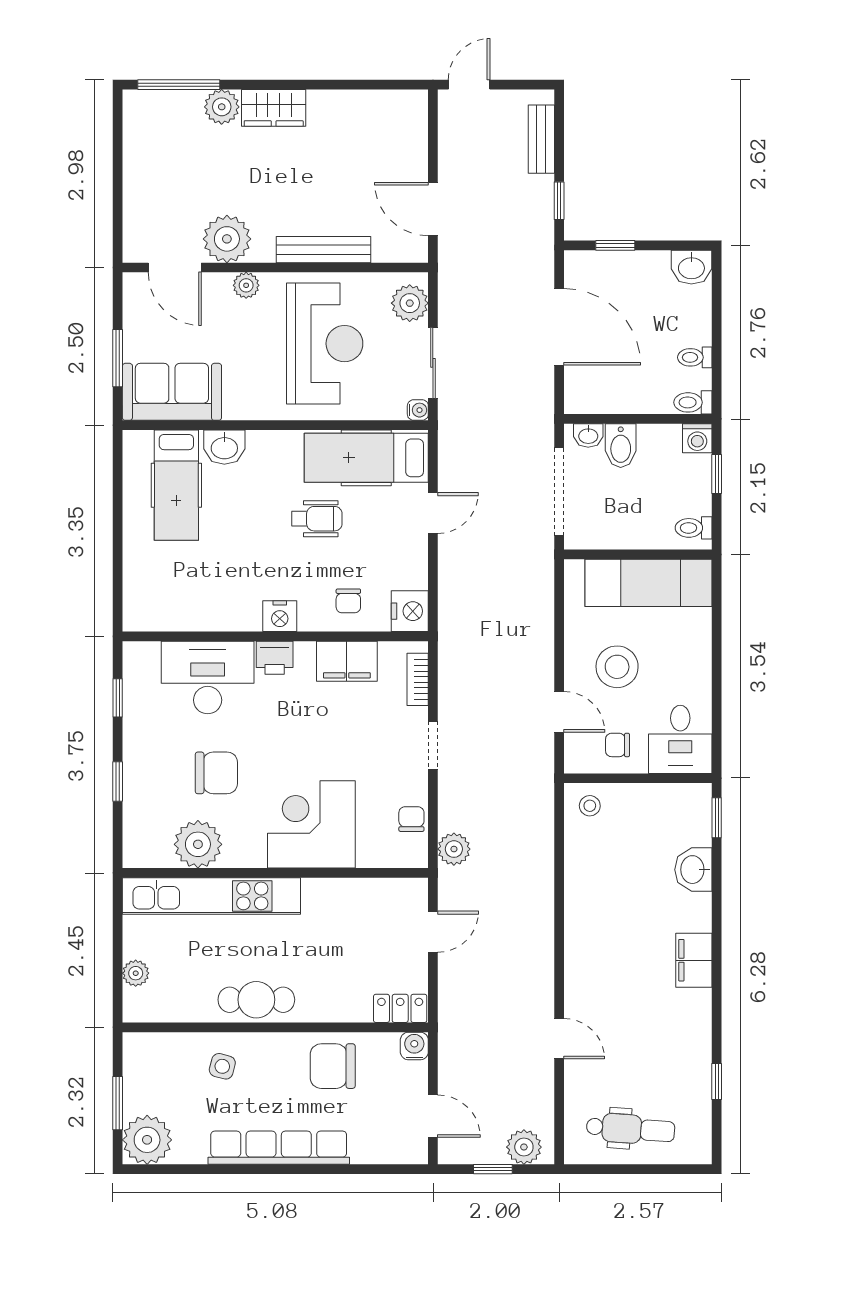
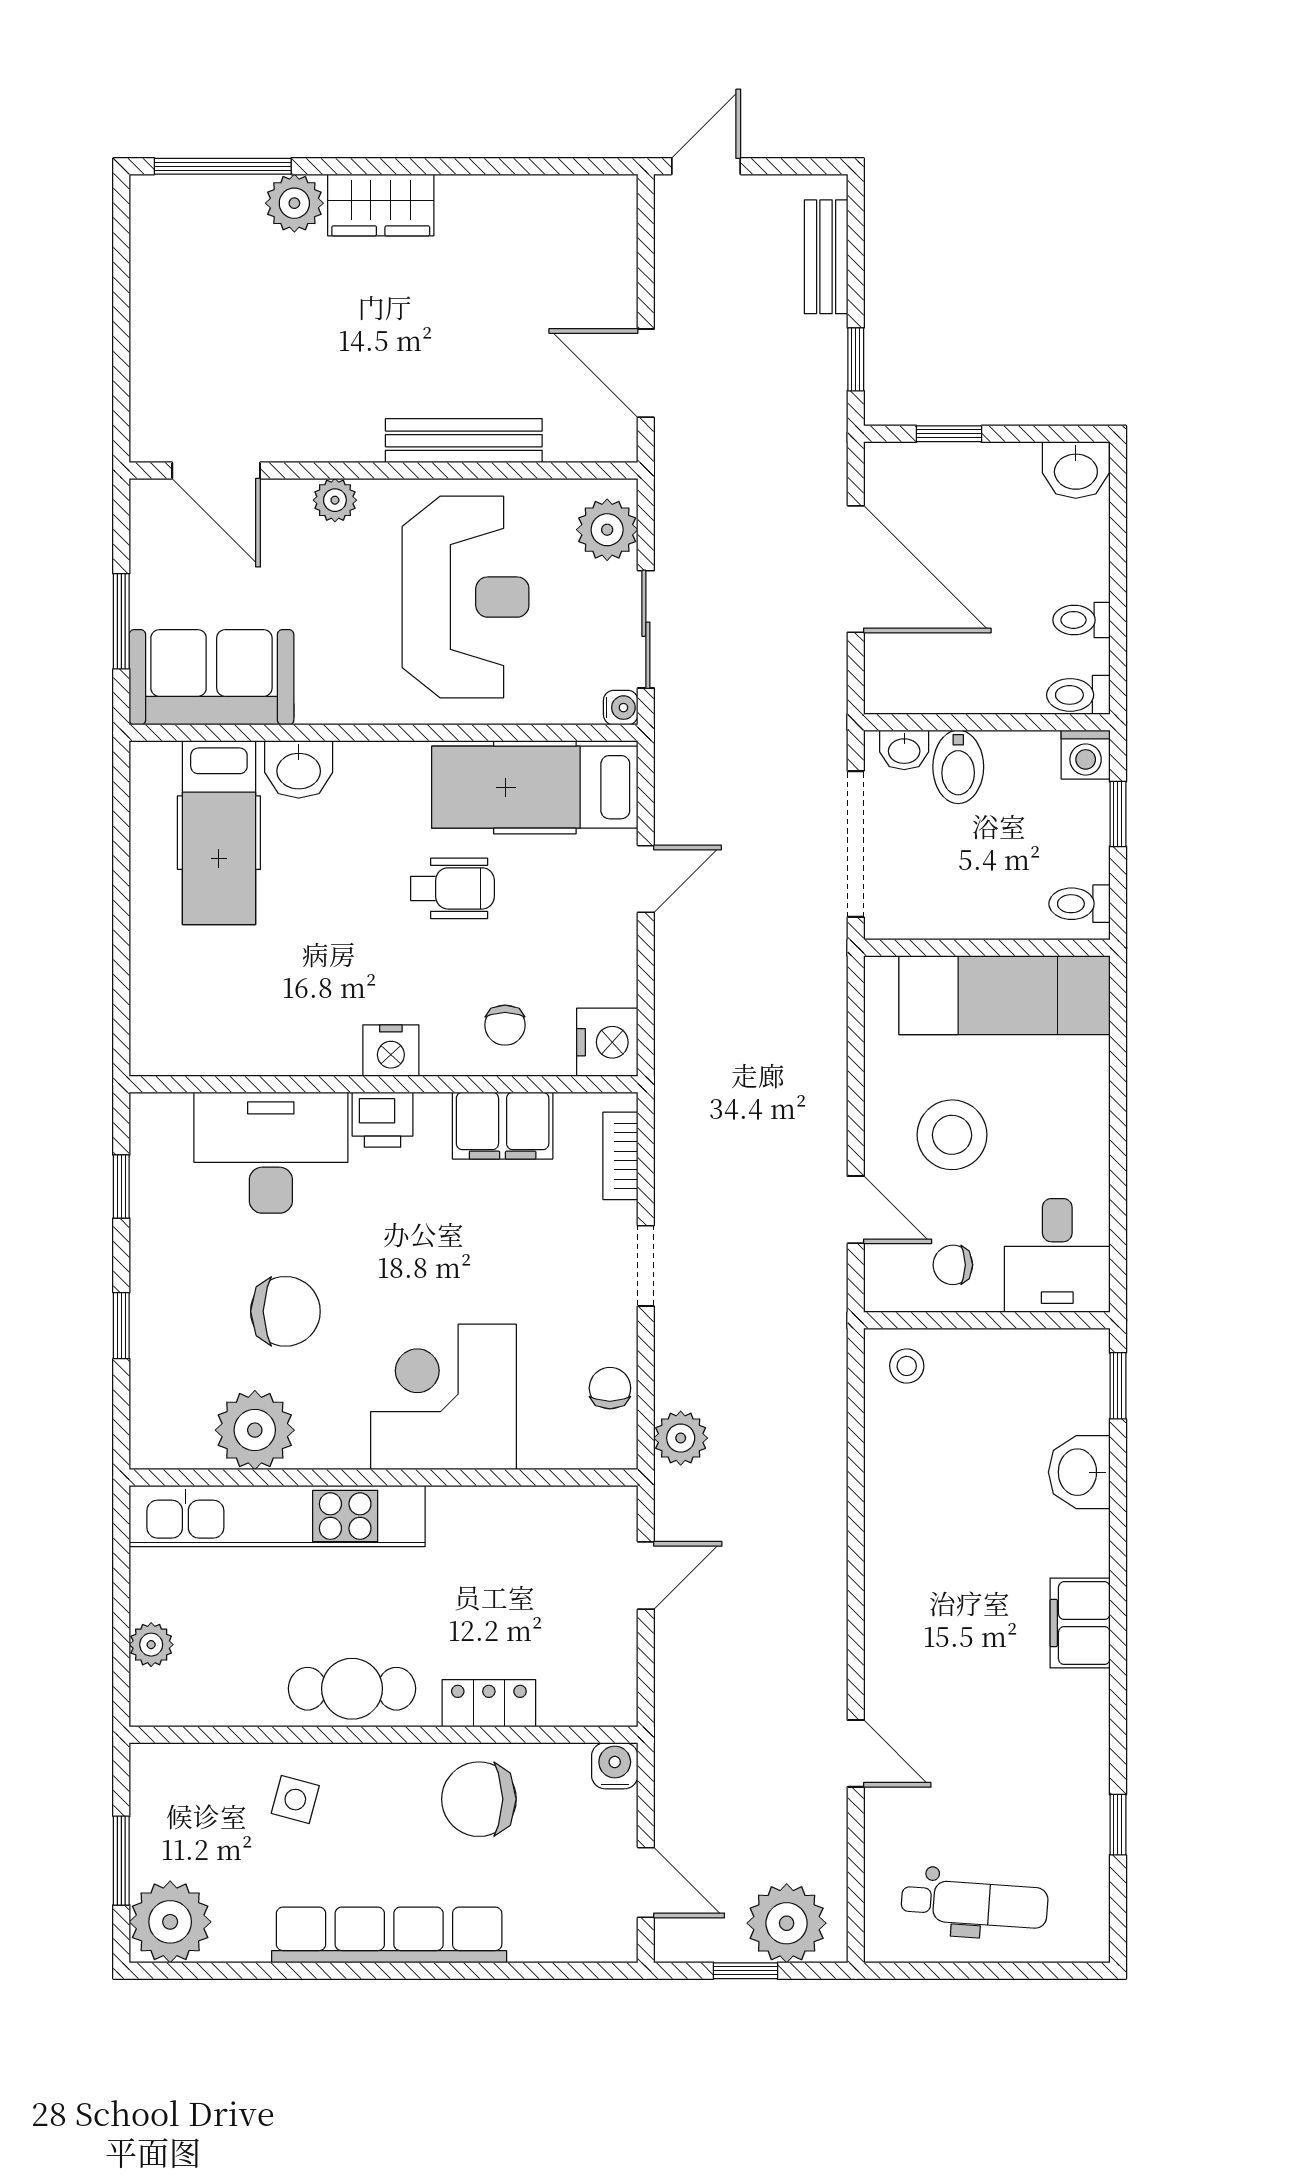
plant: (227, 239) -> (303, 423), removed
locker: (400, 1008) -> (489, 1703), moved
plant: (524, 1147) -> (787, 1923), width x1.36, depth x1.36

